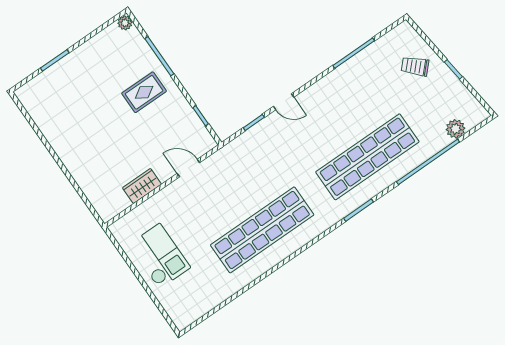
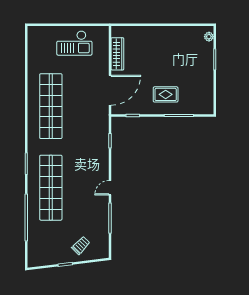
plant: (125, 23) -> (209, 37), moved
rug: (144, 92) -> (166, 94), turned 90
door: (284, 102) -> (110, 188), moved
plant: (456, 129) -> (33, 244), removed
door: (188, 168) -> (110, 90), width x1.88
wardrobe: (142, 186) -> (117, 54), width x1.50

